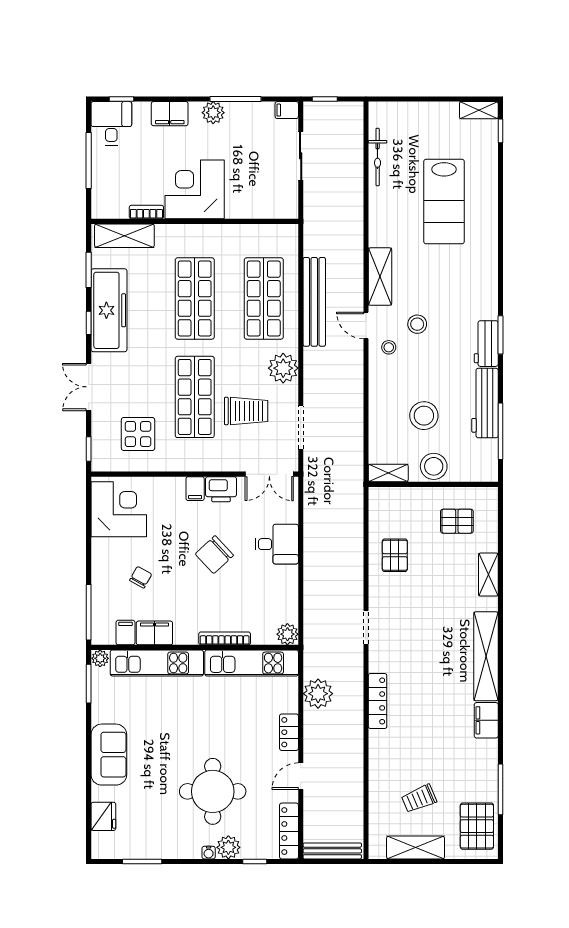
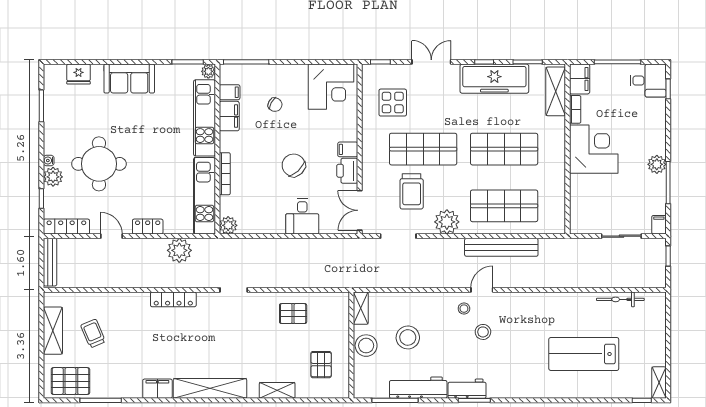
filing cabinet: (170, 114) -> (580, 79), moved, turned 180
shelving: (380, 277) -> (522, 301), removed

